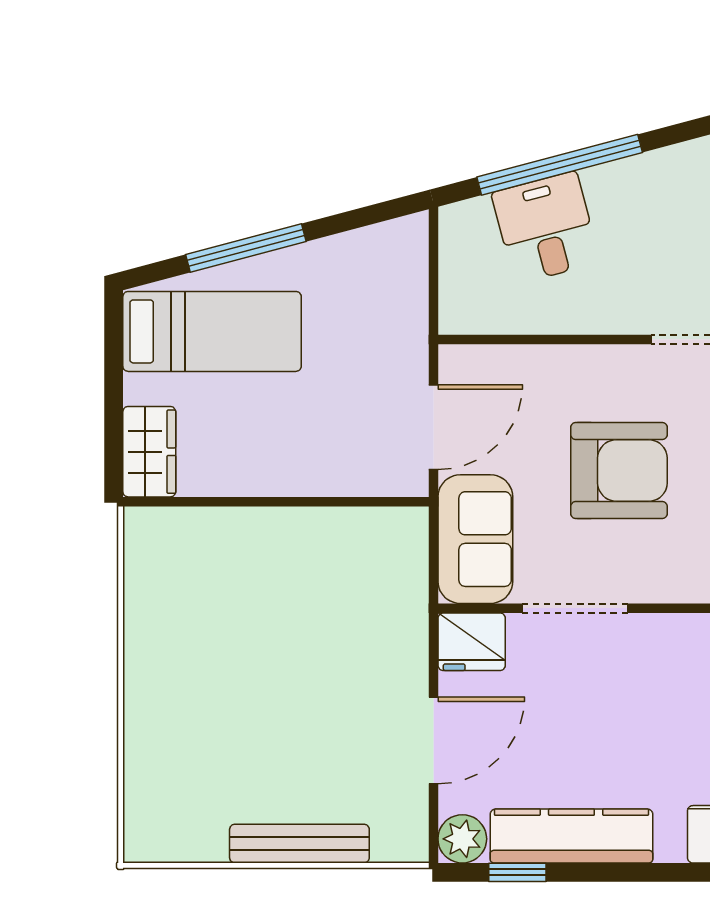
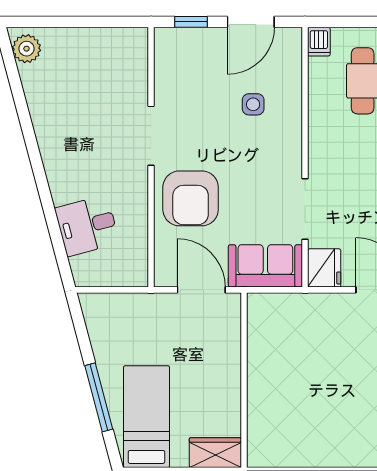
window: (560, 165) -> (51, 218), removed
armchair: (619, 471) -> (191, 198), moved, turned 180

